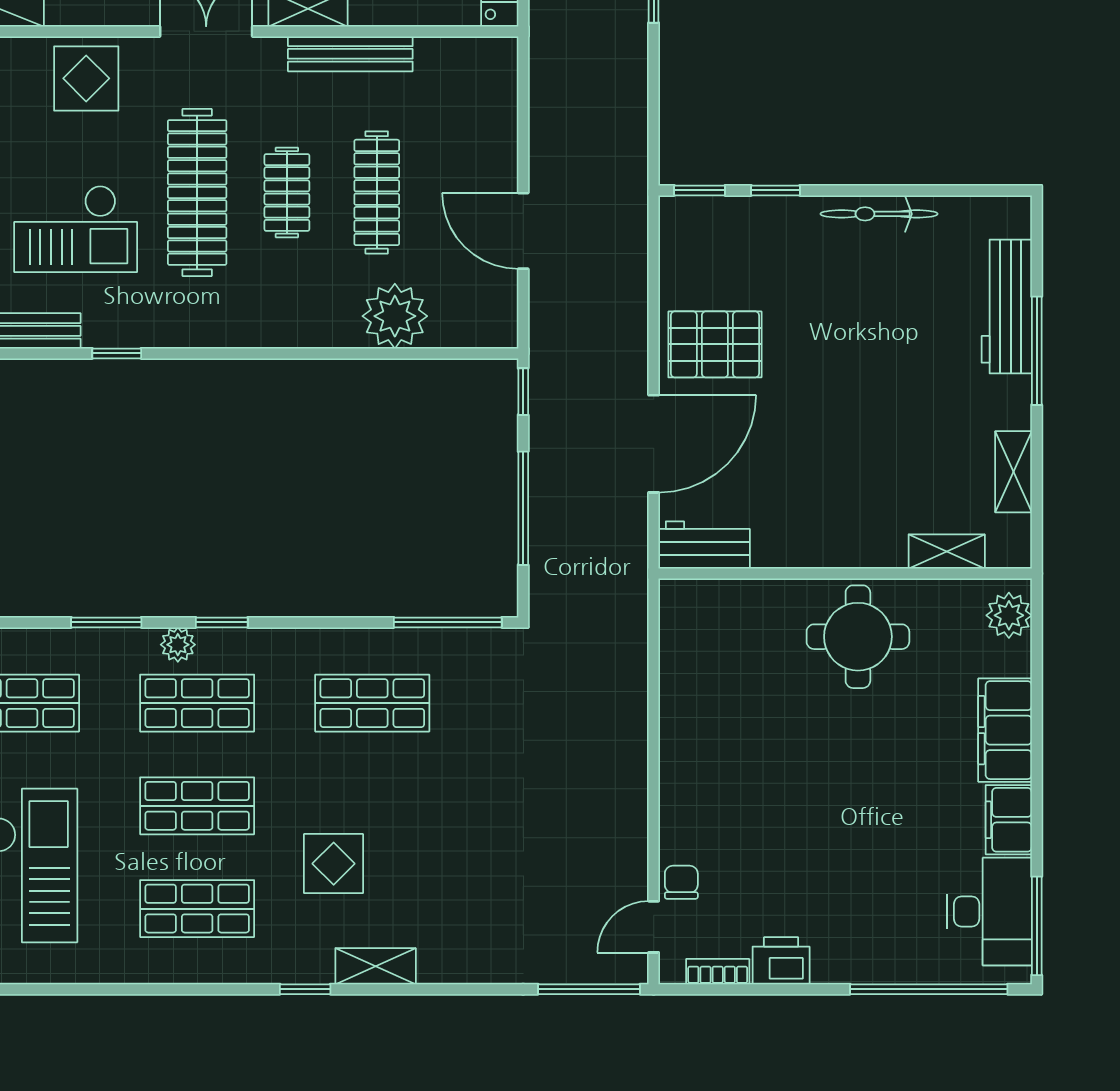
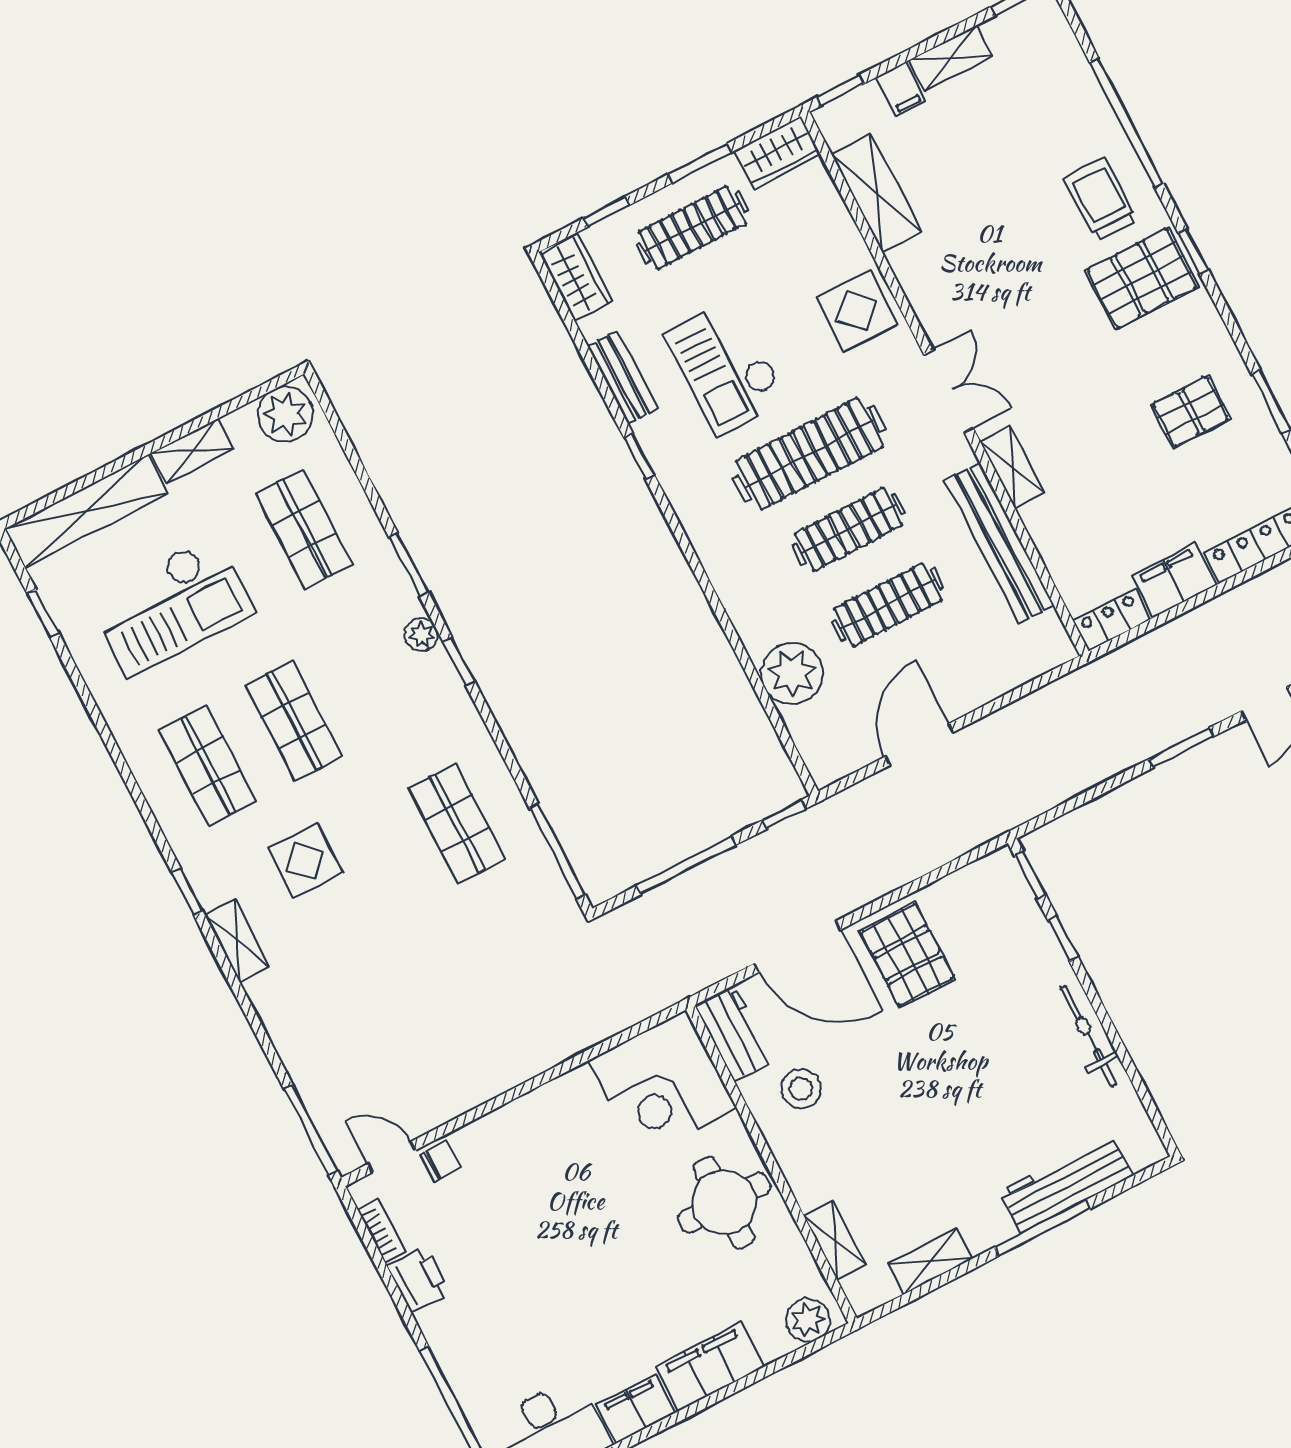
bench: (350, 54) -> (999, 543), width x1.37, depth x1.21
clothes rail: (287, 192) -> (849, 529), width x1.36
stool: (789, 510) -> (801, 1089), added
corner desk: (718, 637) -> (663, 1085), added
shop shelf: (197, 703) -> (381, 676), removed

